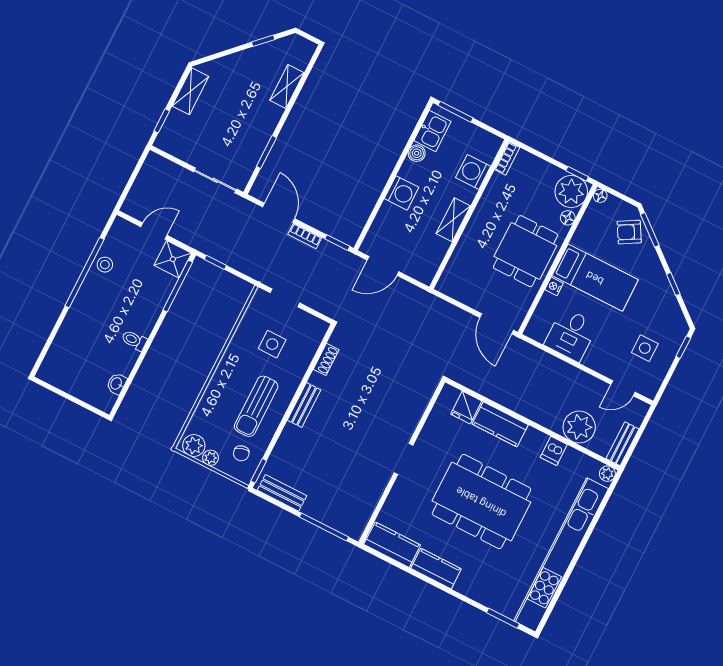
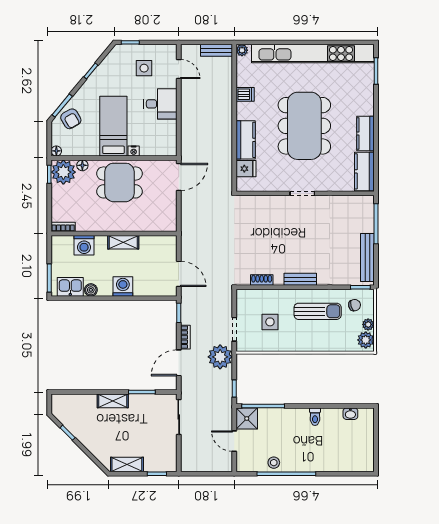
shelving: (287, 86) -> (113, 401), moved
desk: (571, 335) -> (160, 104), moved
plant: (579, 427) -> (220, 357), moved
bench: (282, 493) -> (367, 257), width x1.36

